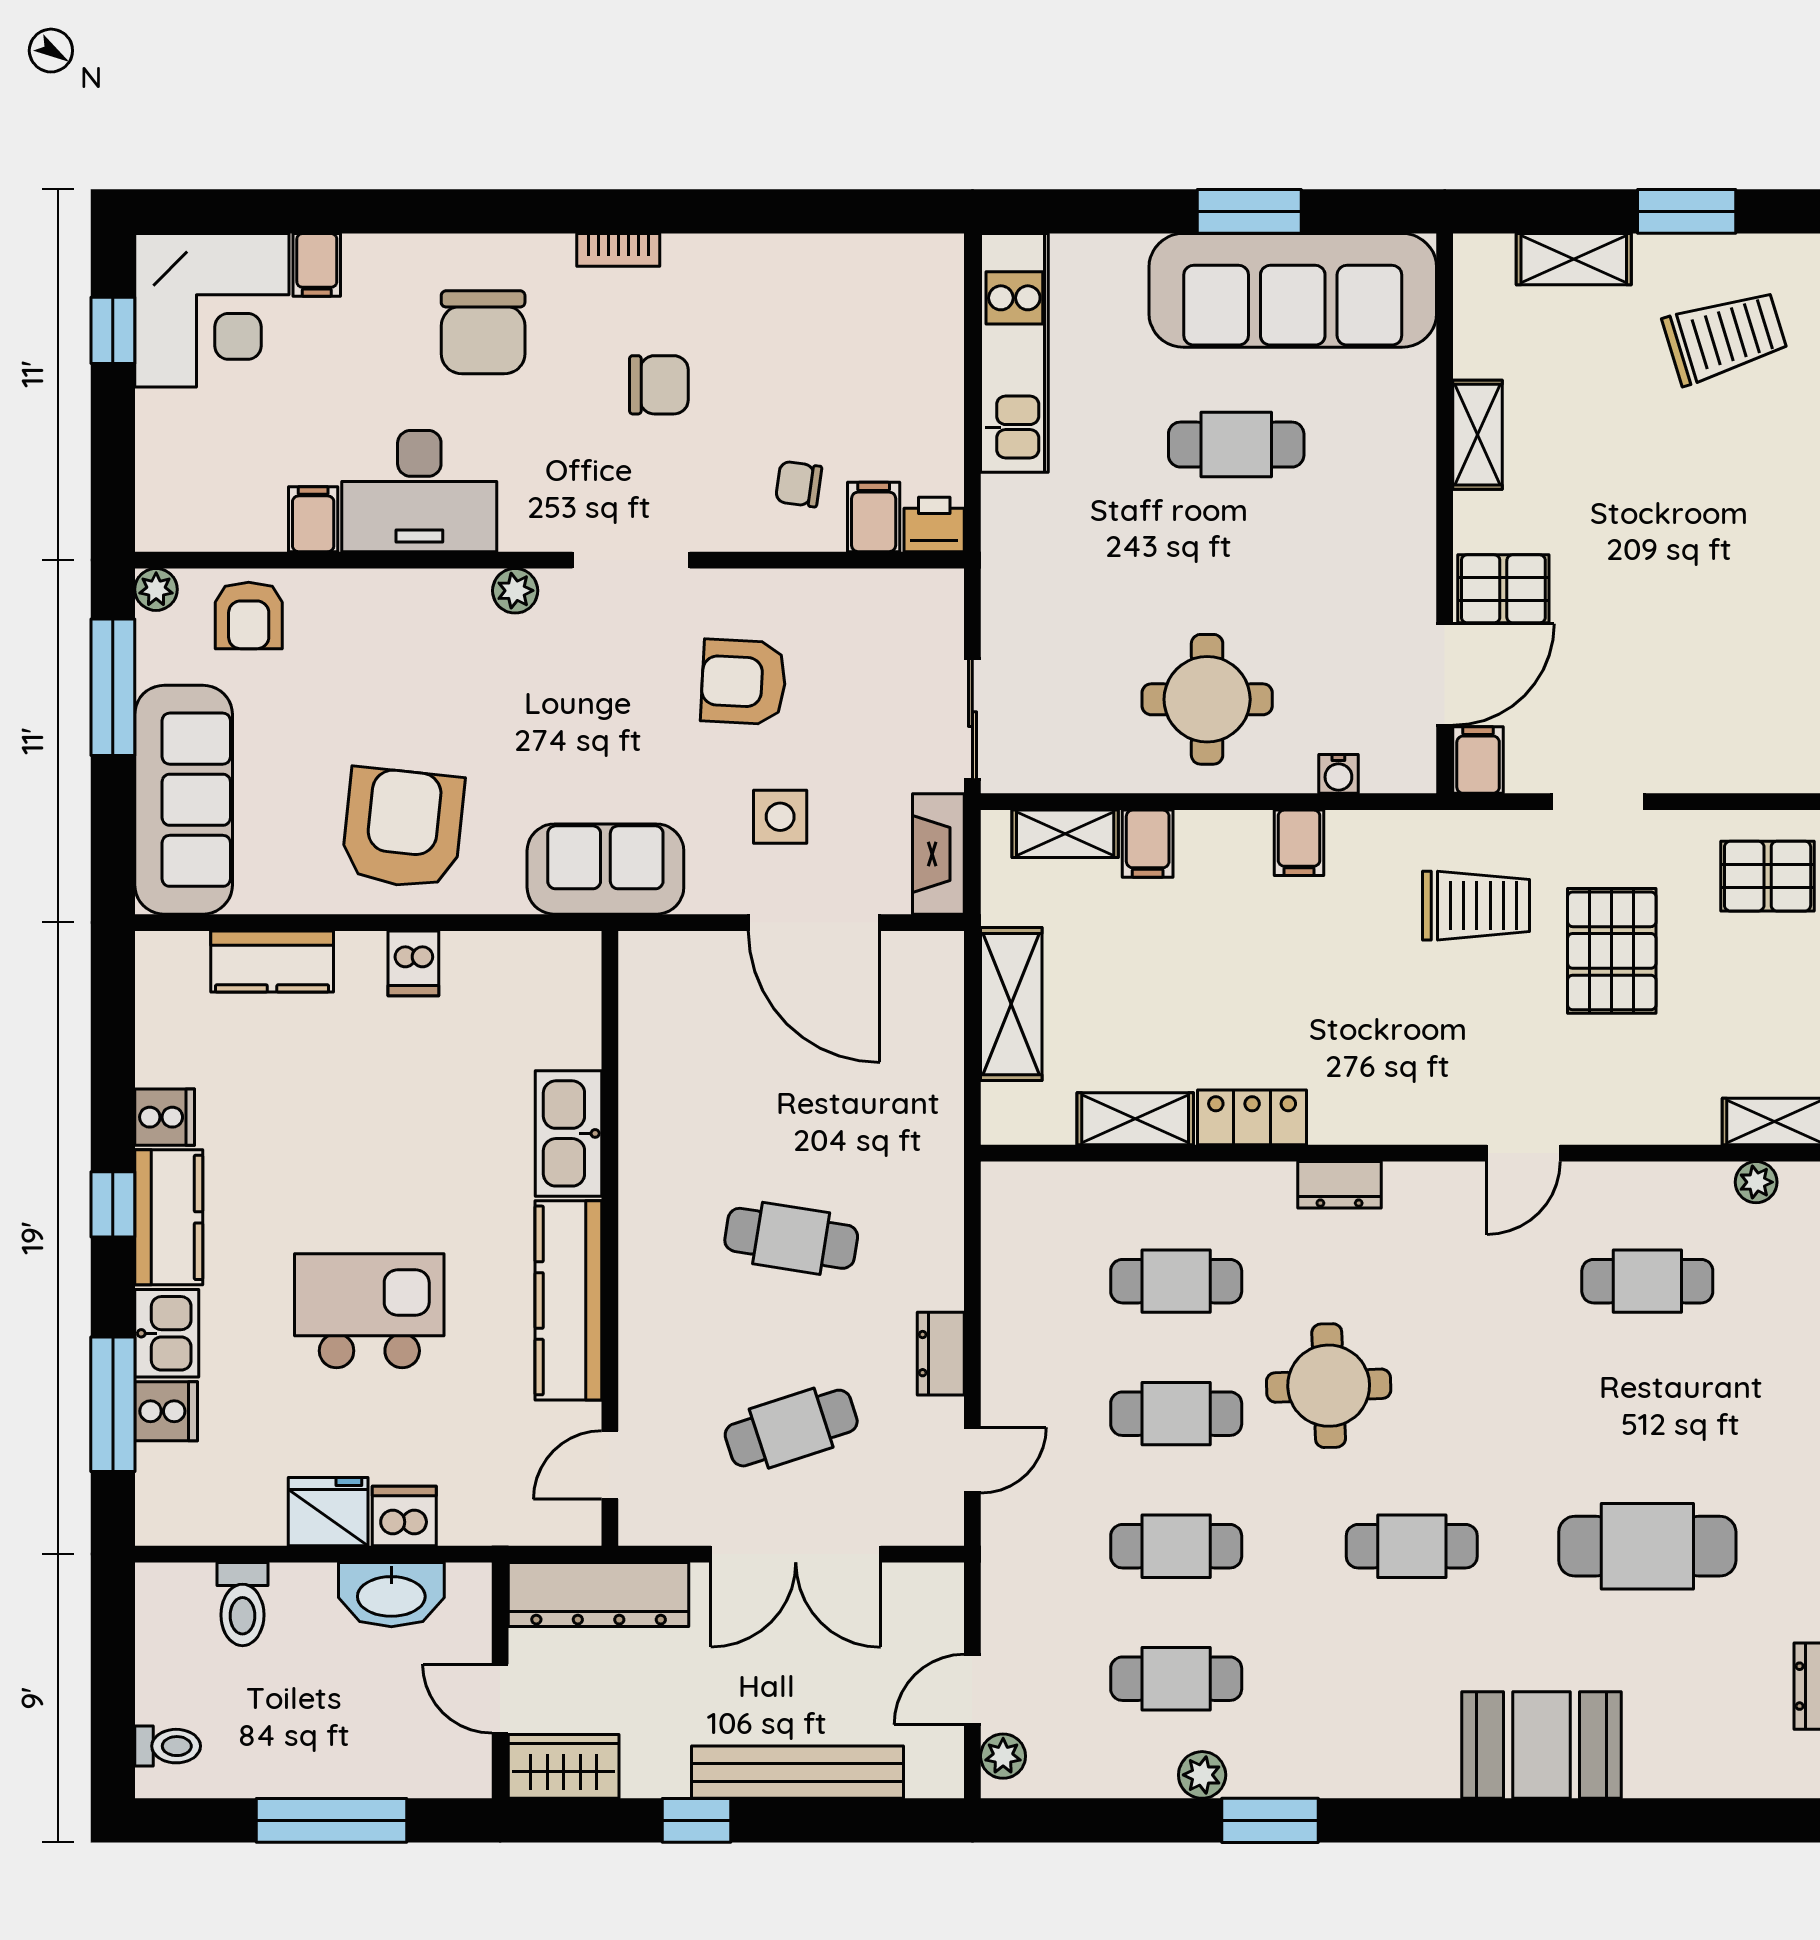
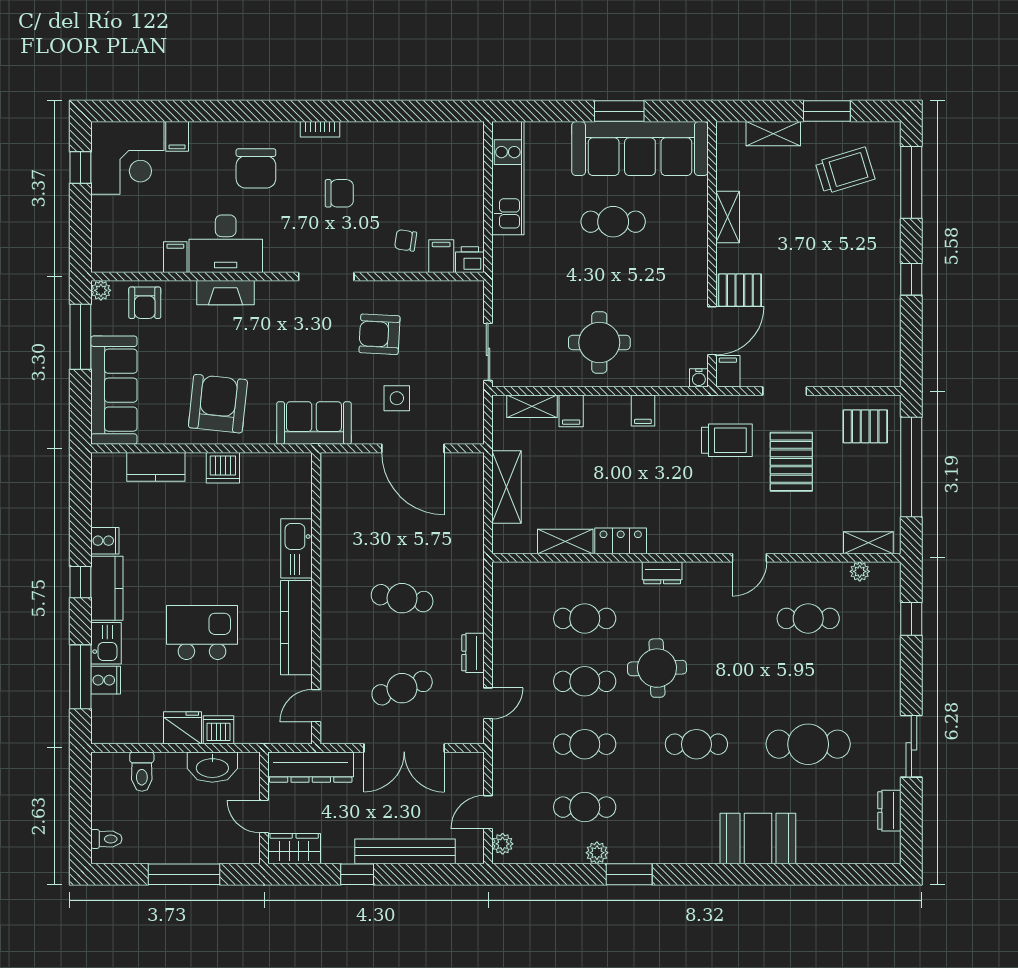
plant: (515, 591) -> (271, 291), removed
water cooler: (1338, 774) -> (699, 378), moved
fireplace: (938, 854) -> (225, 293), moved, turned -90
dishwasher: (413, 963) -> (223, 468), width x1.38

